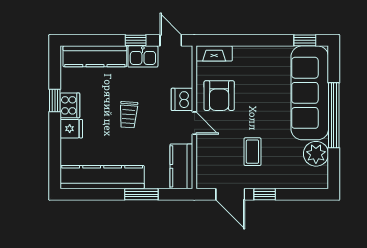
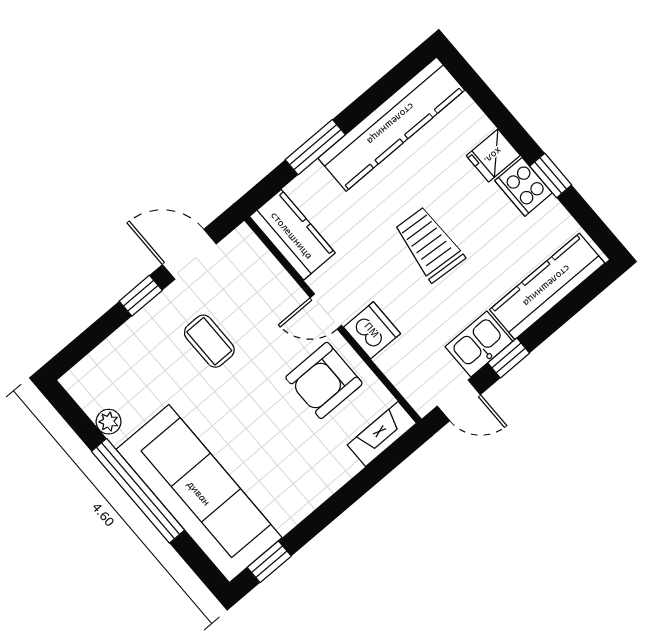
armchair: (219, 96) -> (324, 380), turned -90
trolley: (128, 115) -> (429, 244), width x1.36, depth x1.39
plant: (316, 154) -> (109, 422), width x0.53, depth x0.53

